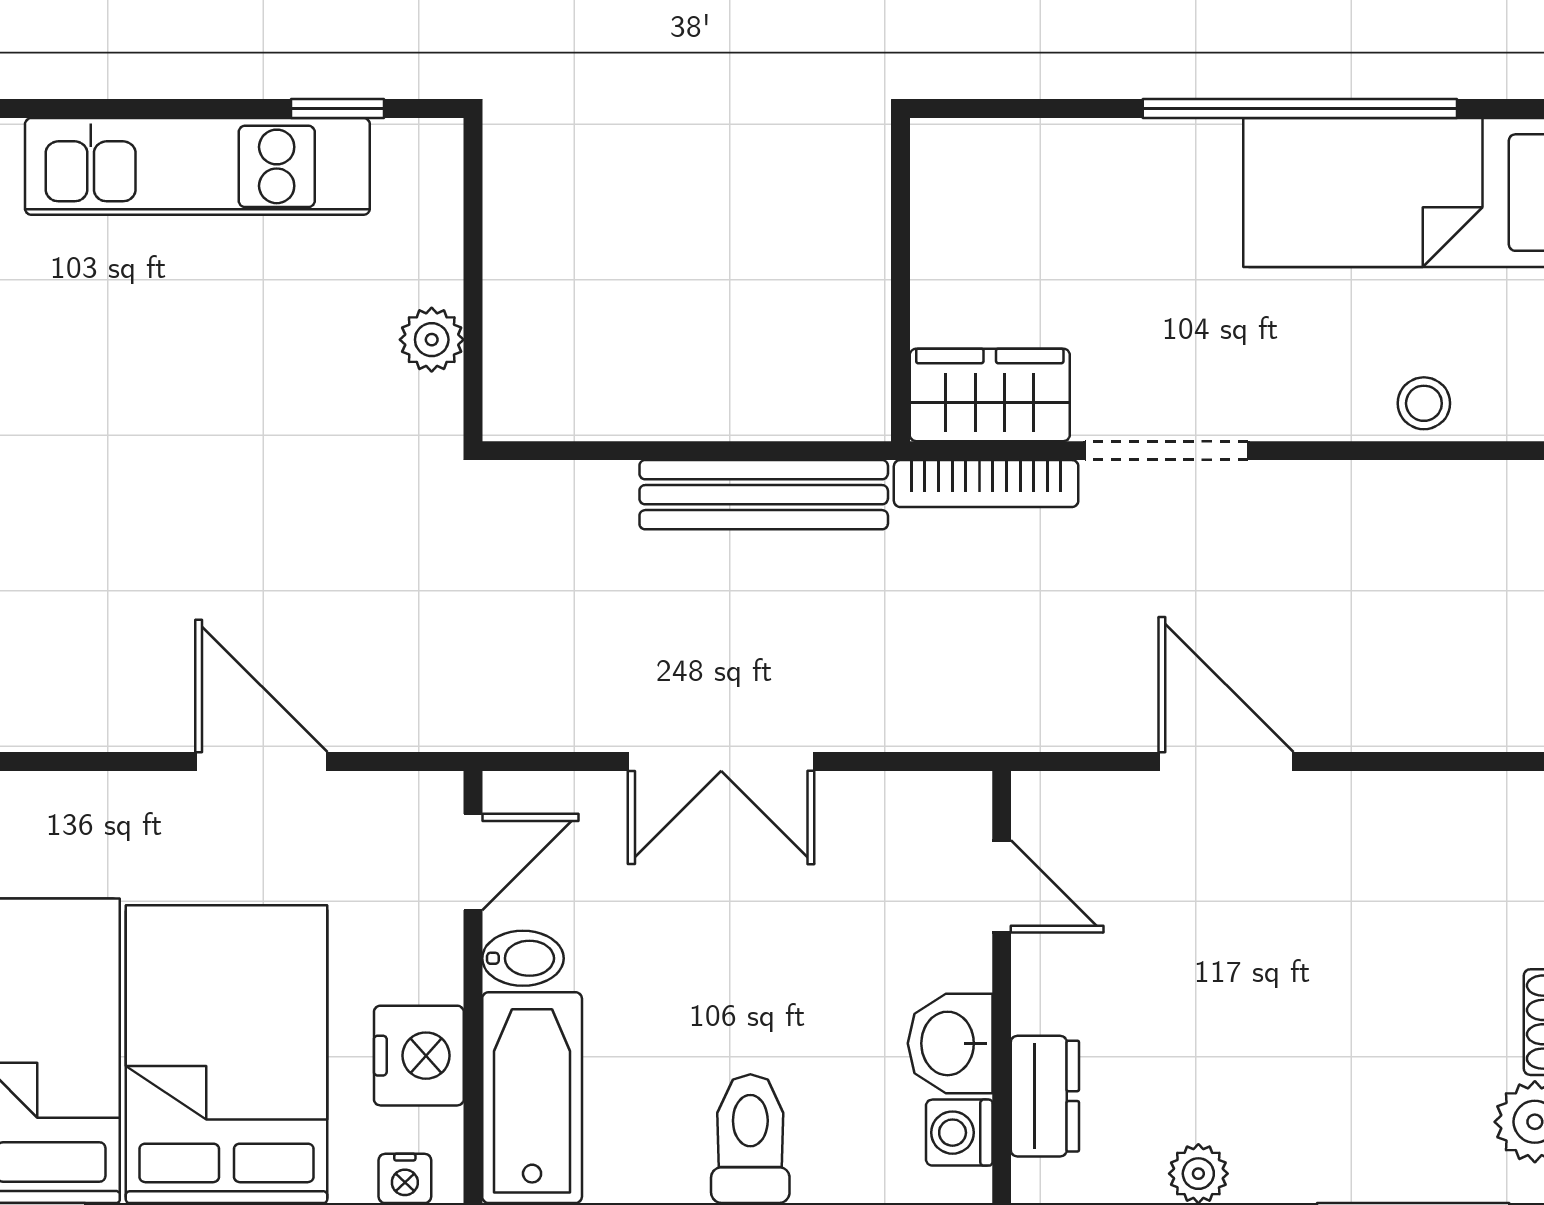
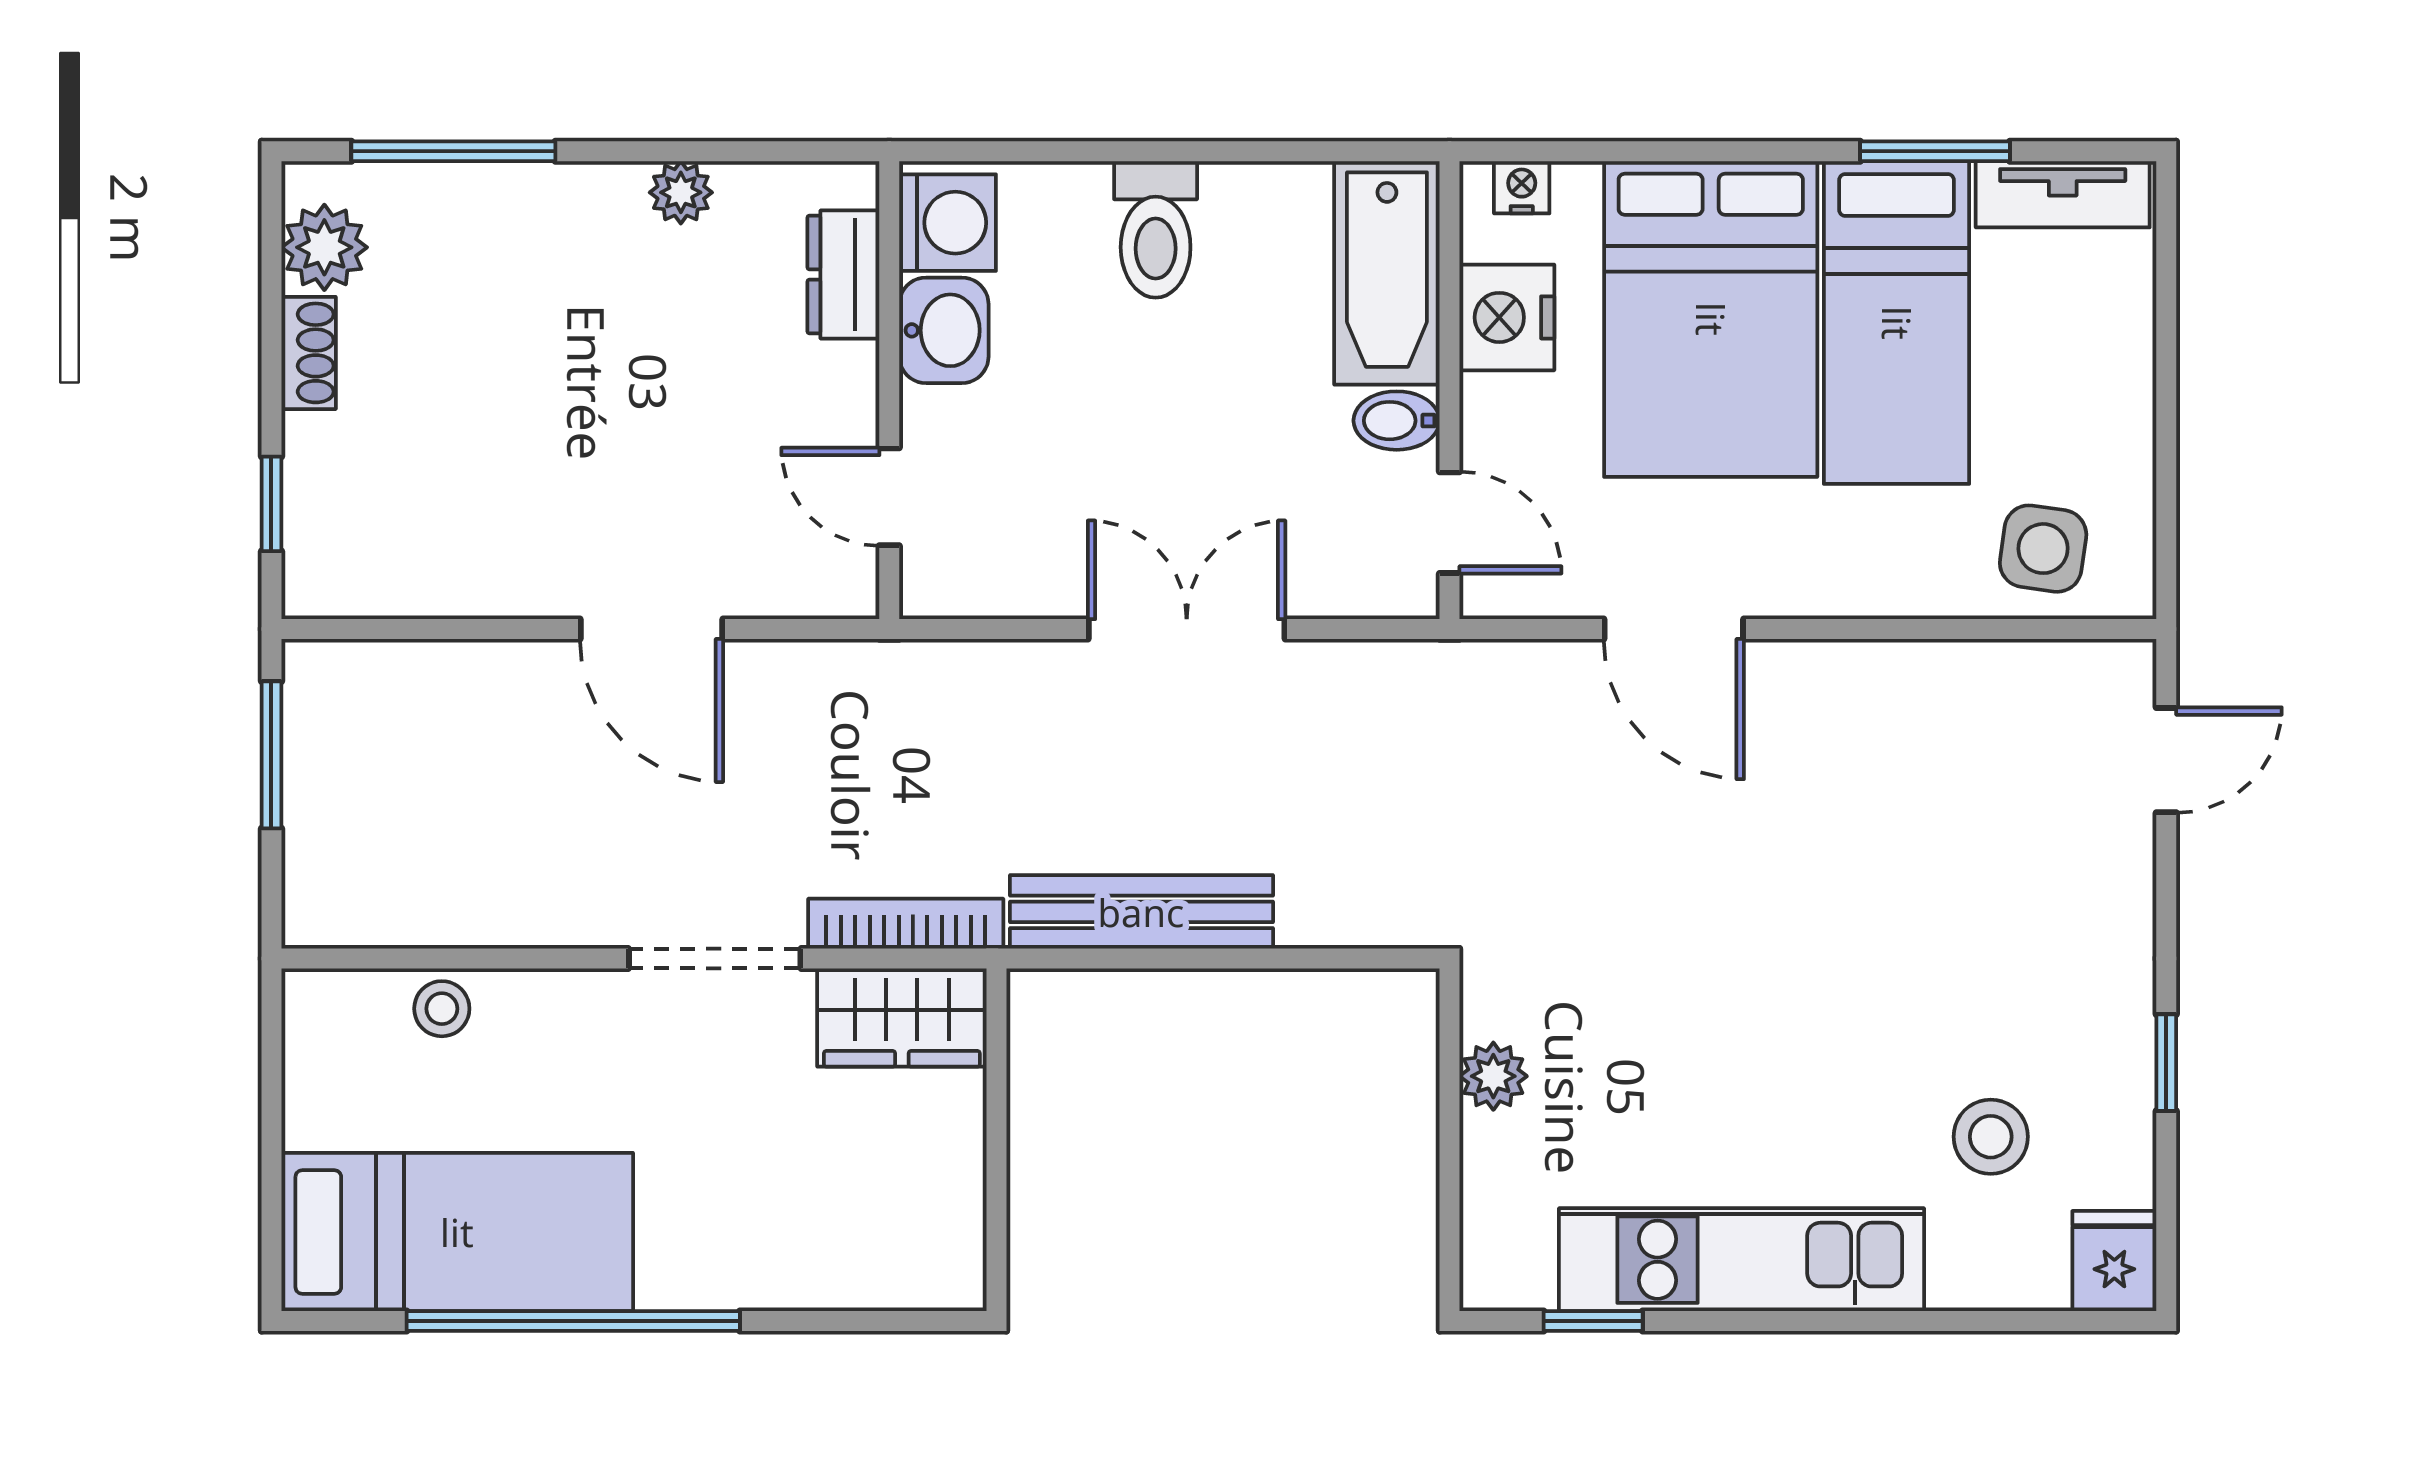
door: (473, 862) -> (1450, 523), swing flipped
washing machine: (959, 1133) -> (948, 223), width x1.38, depth x1.38

